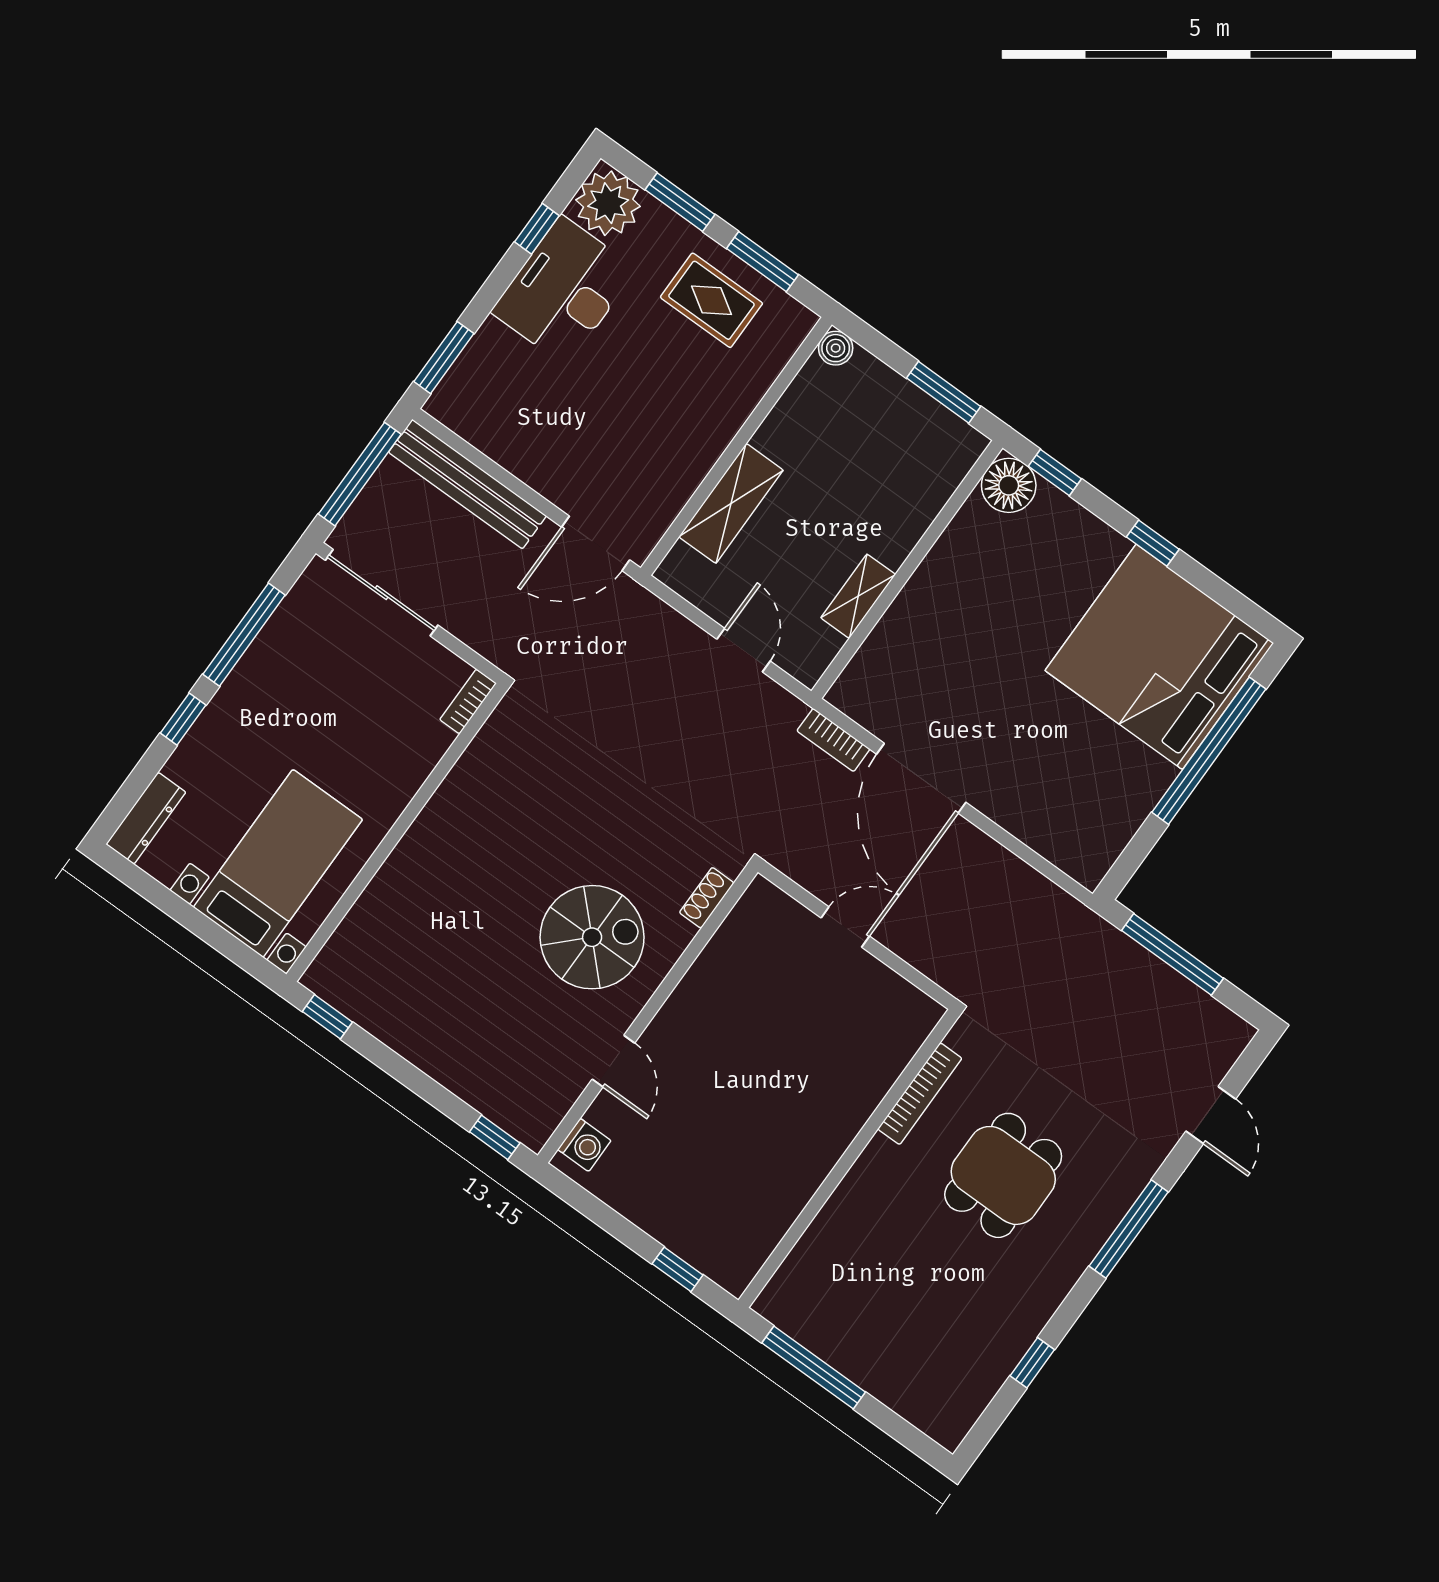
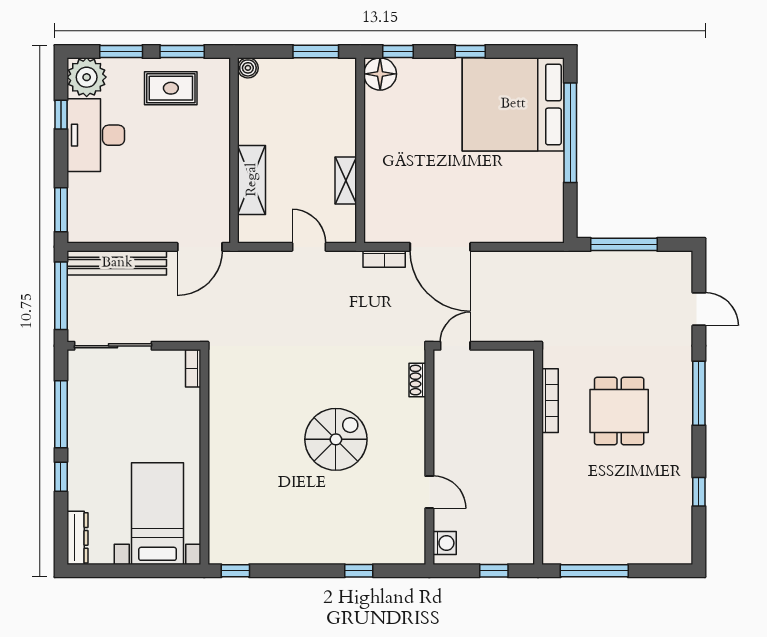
shoe rack: (707, 898) -> (417, 380), moved
wall: (648, 1014) -> (429, 457), moved
door: (613, 1061) -> (429, 492), moved
washing machine: (584, 1145) -> (445, 543), moved

